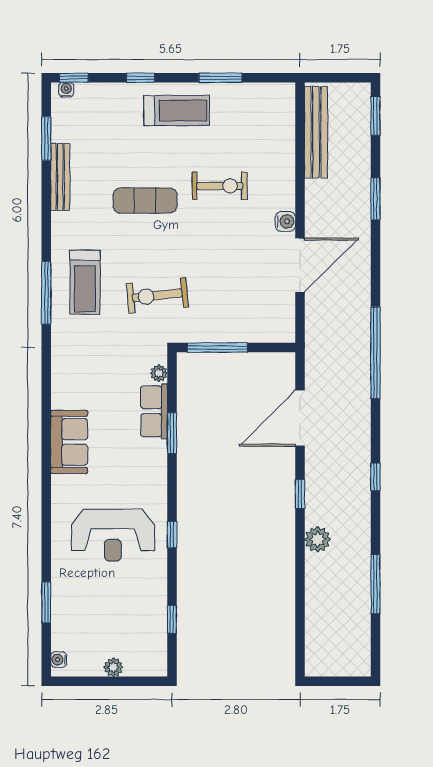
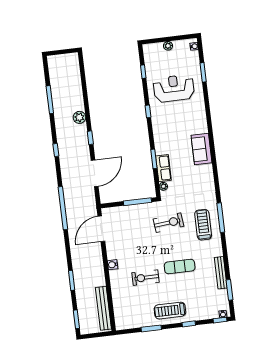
door: (300, 265) -> (101, 229), moved
reception desk: (113, 535) -> (174, 88), moved

